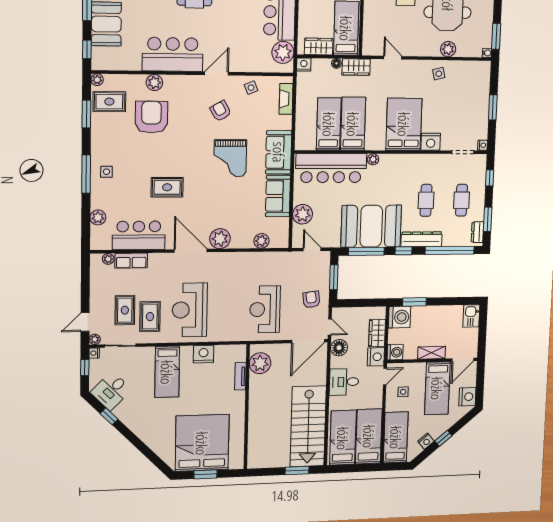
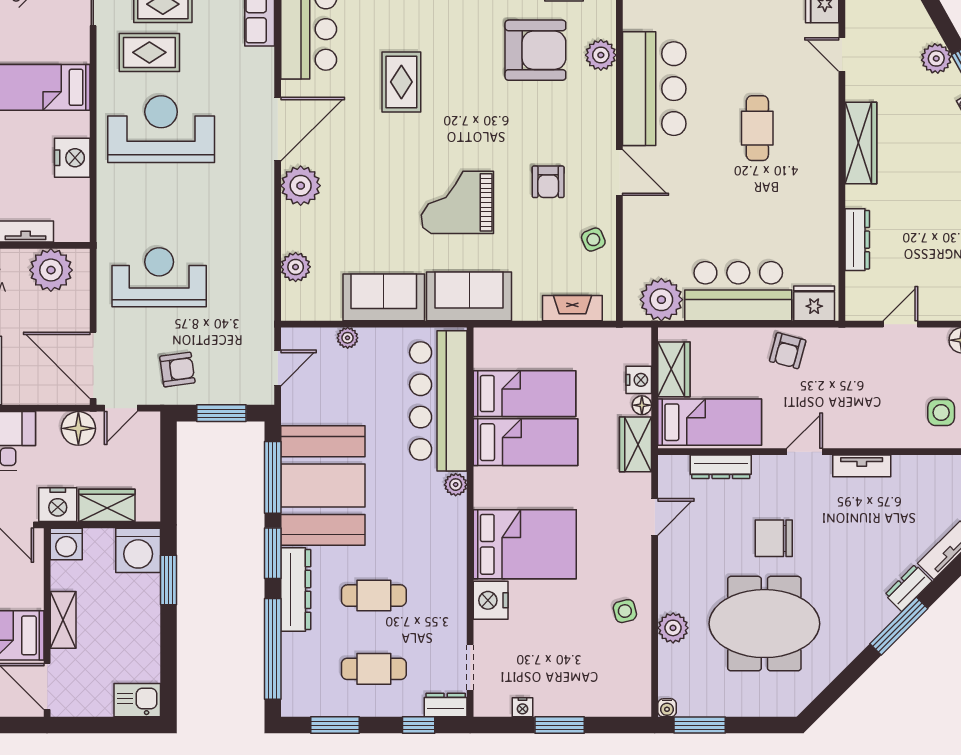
dresser: (369, 23) -> (721, 467), added
nightstand: (304, 65) -> (639, 380), moved
armchair: (221, 111) -> (548, 182), turned 120
nightstand: (482, 145) -> (523, 707), moved
plant: (303, 214) -> (348, 338), width x0.53, depth x0.53
dresser: (477, 232) -> (446, 705), moved
window: (403, 251) -> (273, 553), width x1.50

